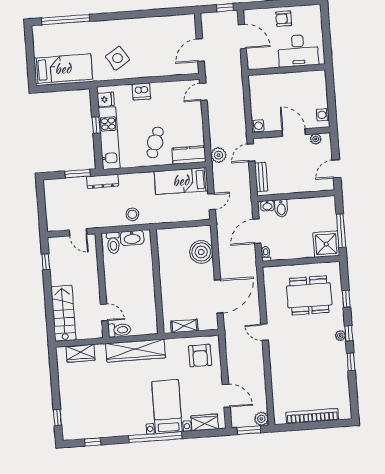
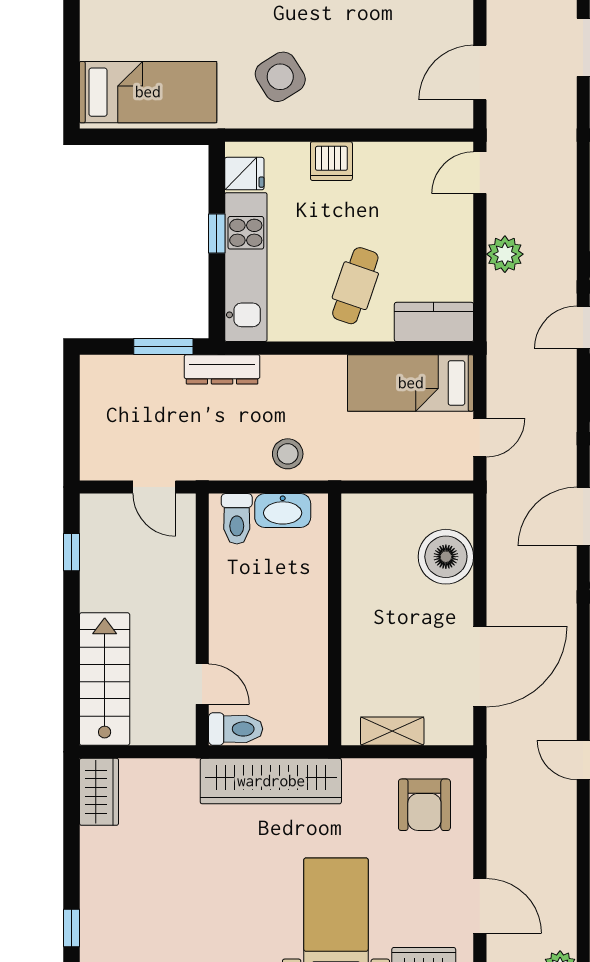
plant: (219, 155) -> (505, 254), moved
wardrobe: (80, 353) -> (99, 792), moved, turned -90

